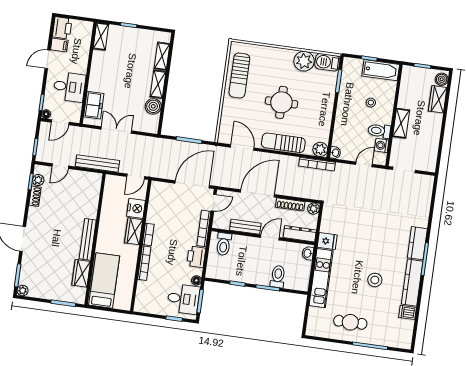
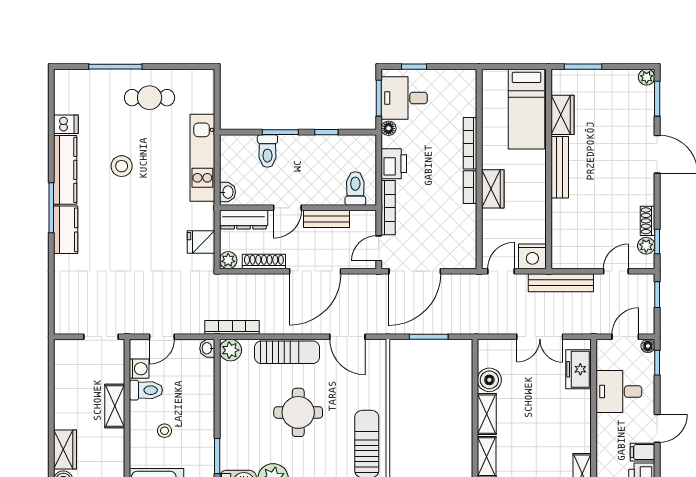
nightstand: (136, 208) -> (532, 256), moved, turned -90
fridge: (327, 241) -> (201, 242), moved

